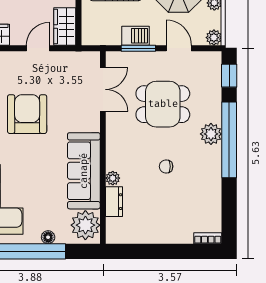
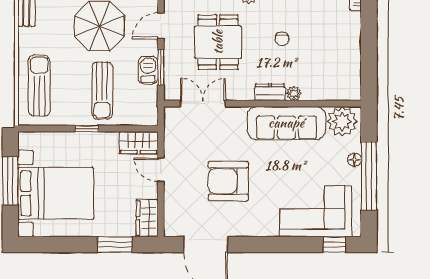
dresser: (114, 202) -> (270, 92), moved

